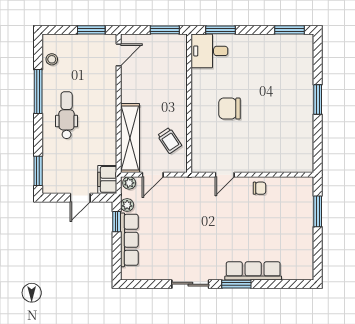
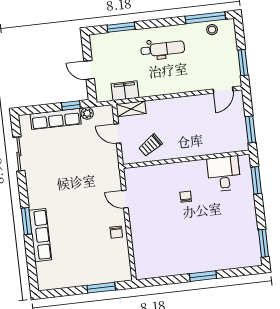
desk: (209, 51) -> (224, 174), moved
door: (119, 55) -> (223, 90), hinge flipped
window: (38, 91) -> (205, 18), moved
chair: (230, 109) -> (186, 197), width x0.54, depth x0.54
shelving: (130, 138) -> (131, 109), width x0.45, depth x0.75
window: (38, 171) -> (121, 27), moved
filing cabinet: (107, 179) -> (125, 91), moved
plant: (129, 183) -> (107, 113), removed
sliding door: (190, 284) -> (19, 154), moved

